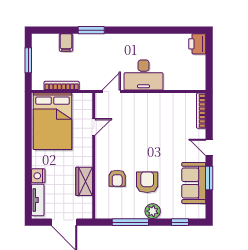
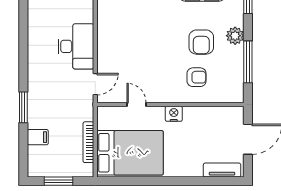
door: (111, 92) -> (95, 84), swing flipped
nightstand: (38, 176) -> (174, 114), moved, turned 180
wardrobe: (84, 181) -> (200, 116), removed
armchair: (147, 182) -> (201, 42), turned -90

